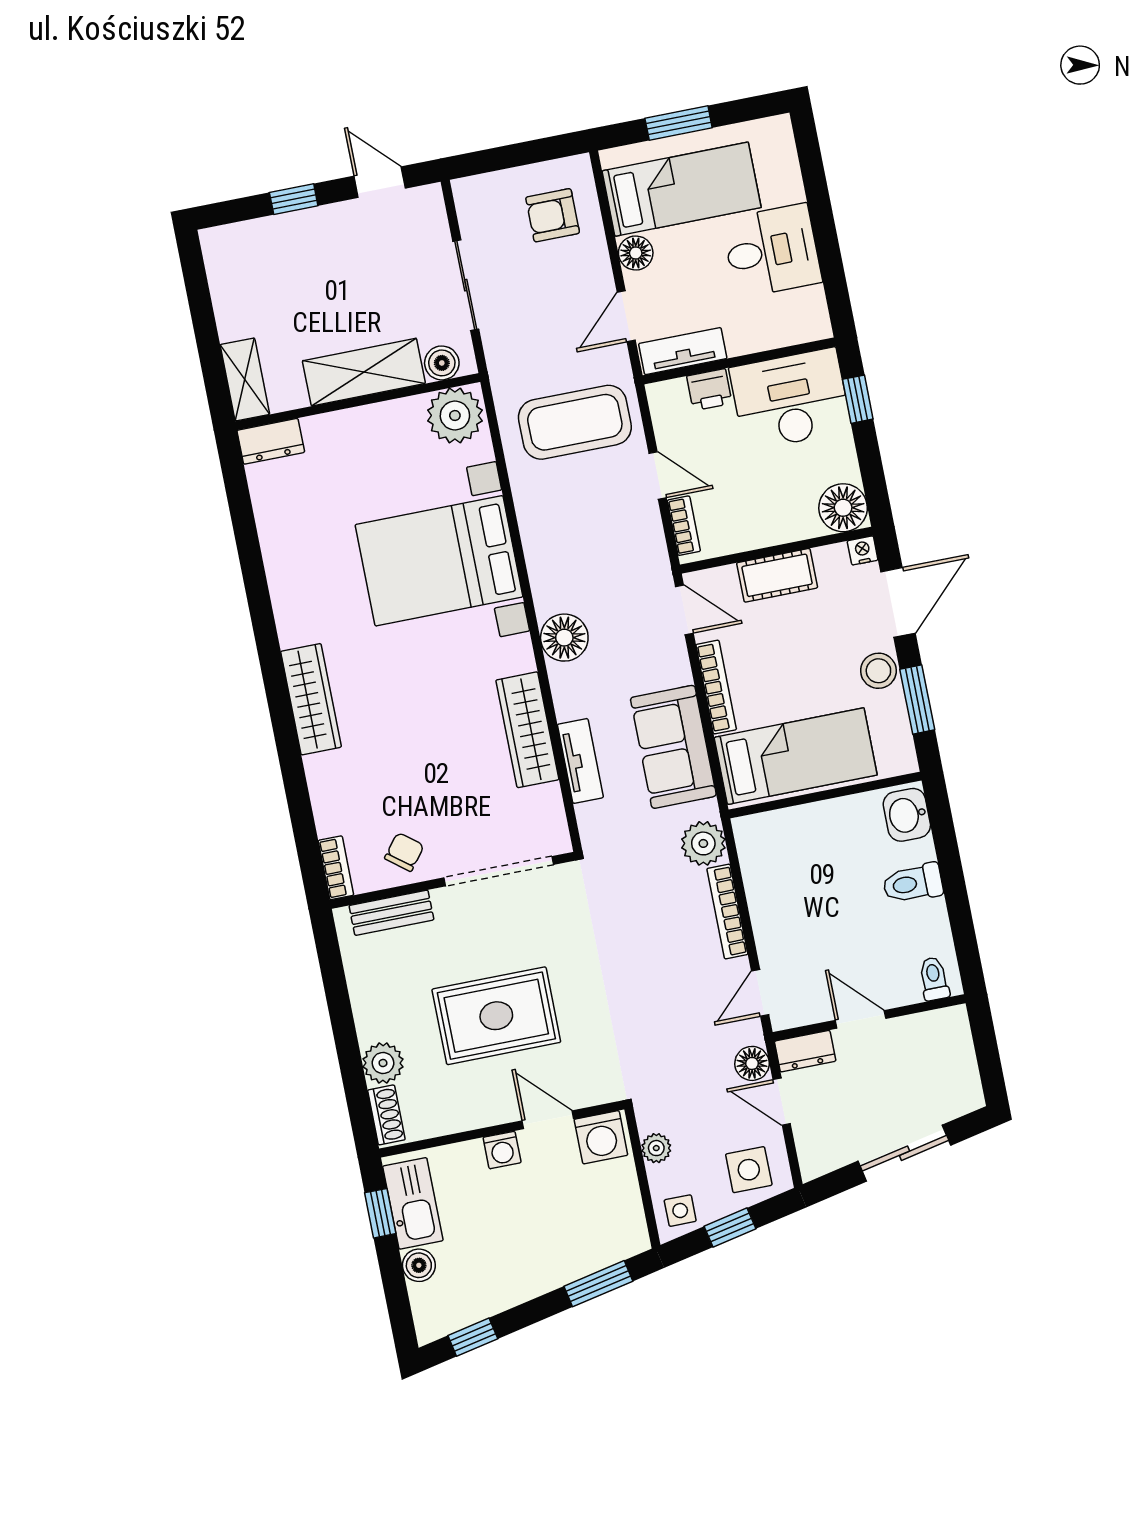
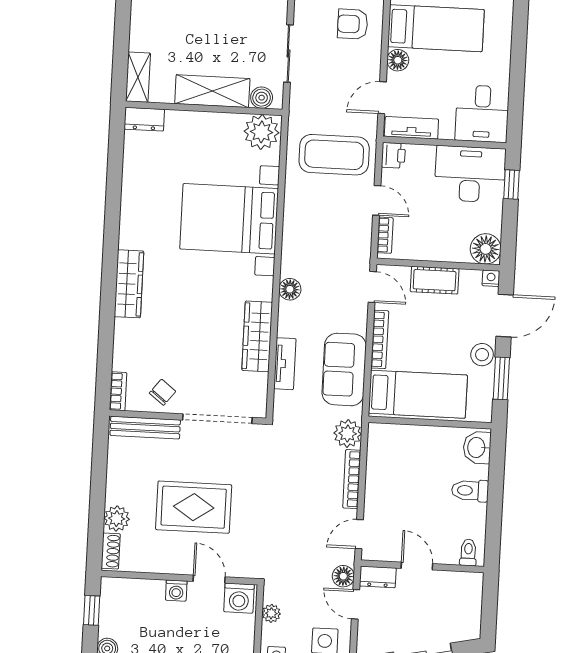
desk: (772, 251) -> (482, 114), moved, turned 90
printer: (709, 390) -> (393, 155), moved, turned -90
floor lamp: (564, 638) -> (290, 289), width x0.73, depth x0.73
bench: (391, 913) -> (145, 428), width x1.36
kitchen sink: (413, 1203) -> (113, 609), removed

